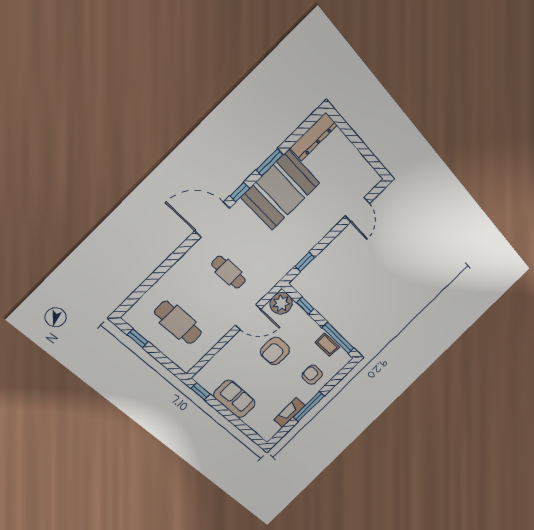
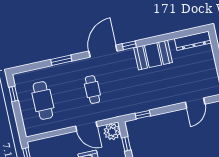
window: (270, 162) -> (61, 60), moved
booth: (280, 190) -> (153, 55), width x0.73, depth x0.70
door: (212, 220) -> (103, 51), hinge flipped

